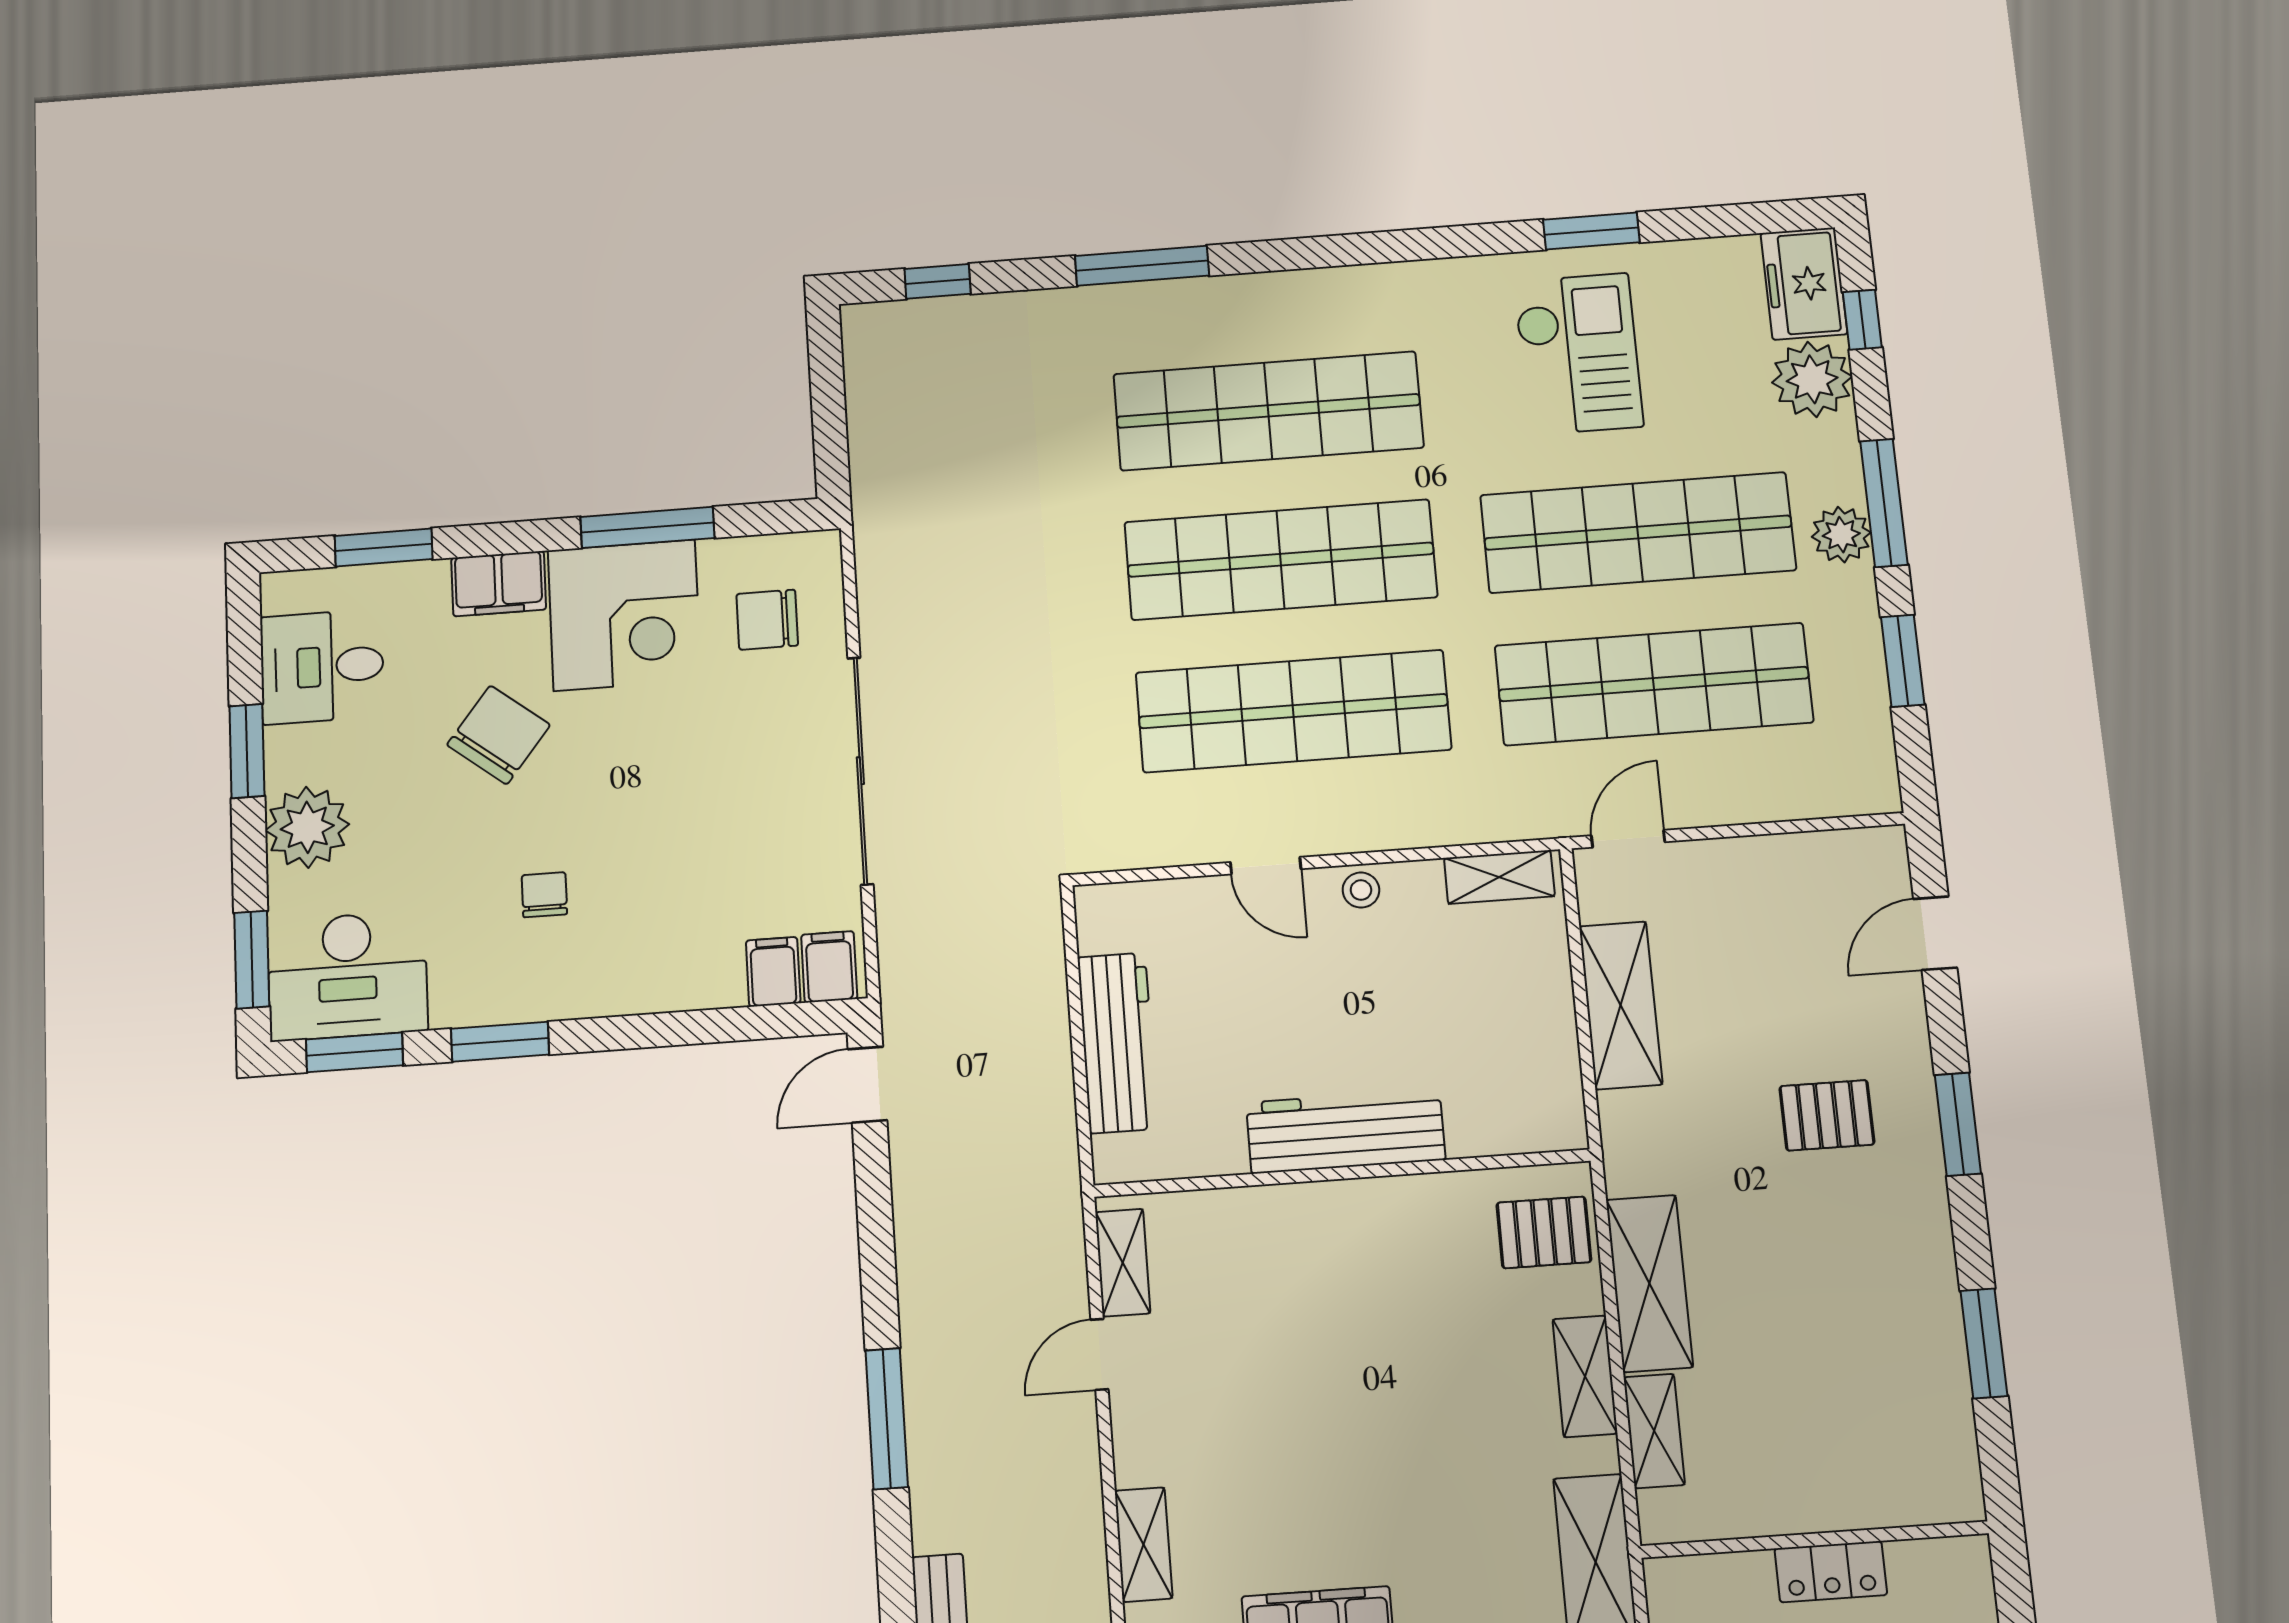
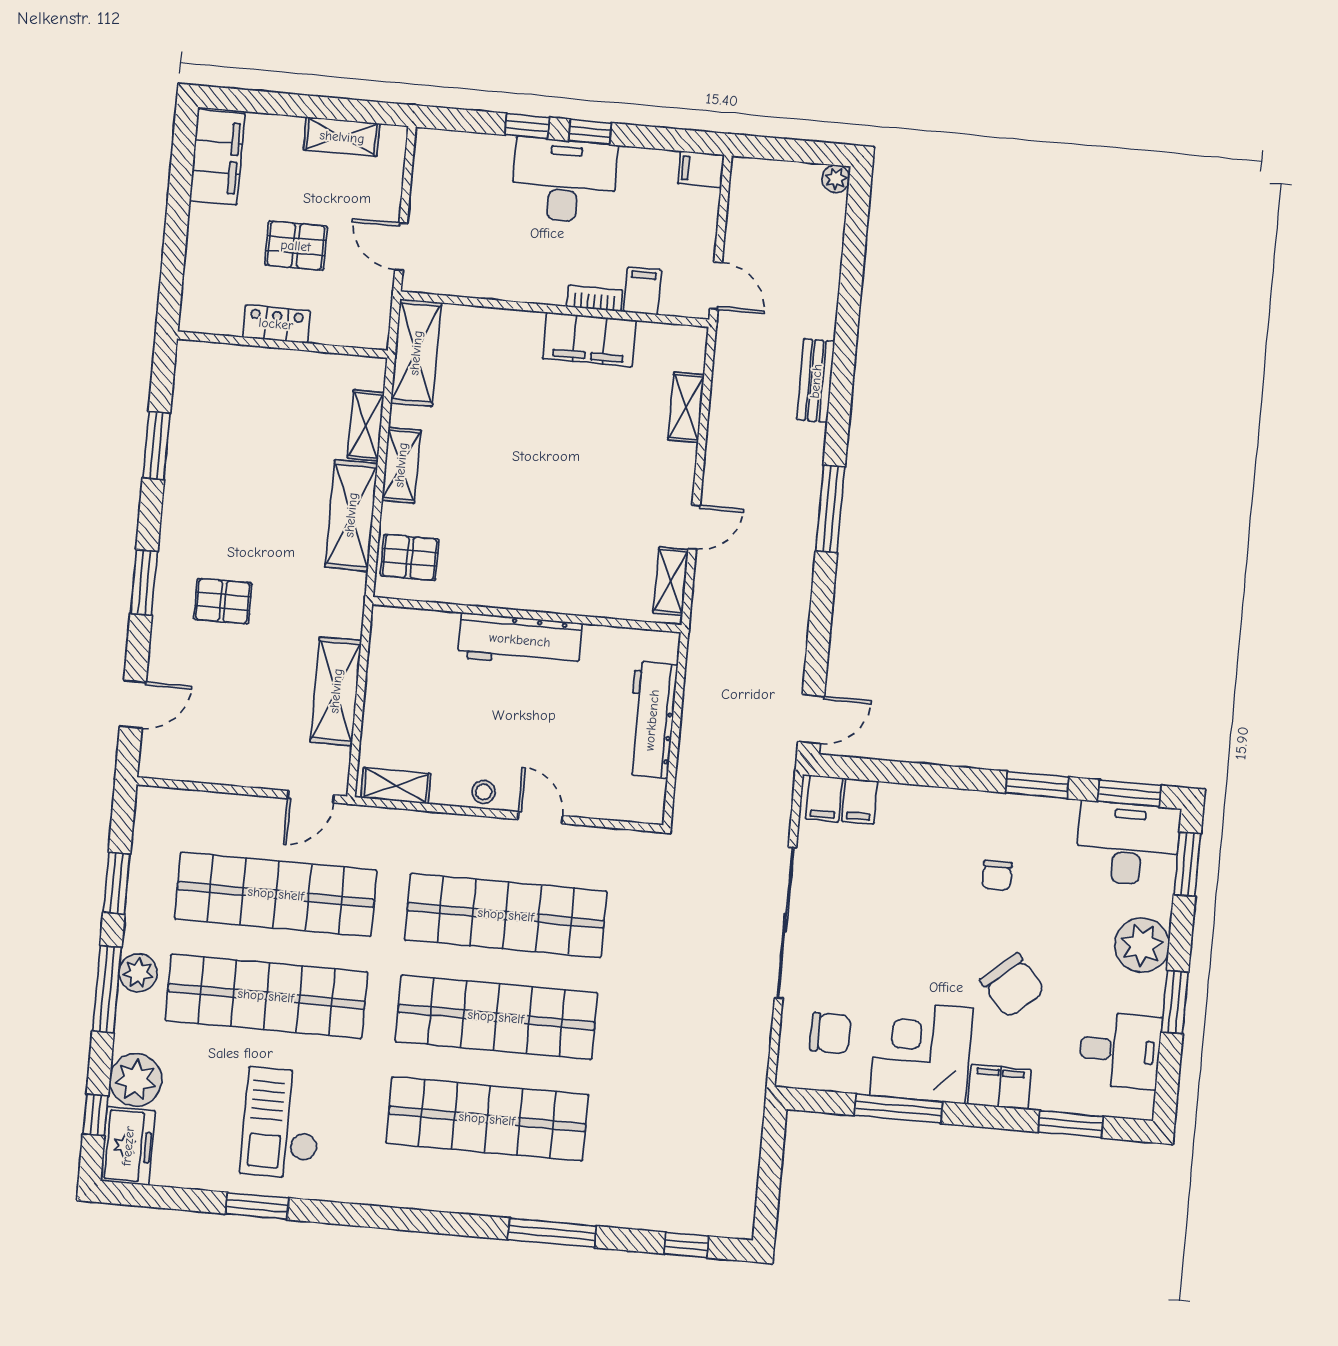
chair: (498, 735) -> (1013, 986), turned -79

